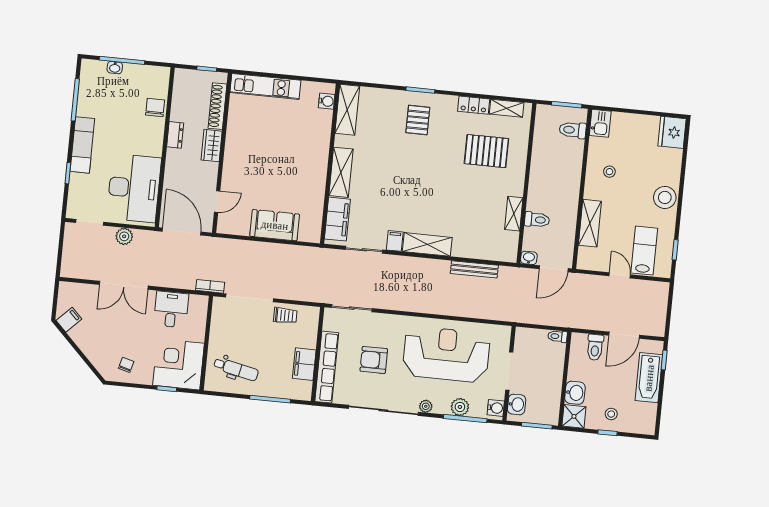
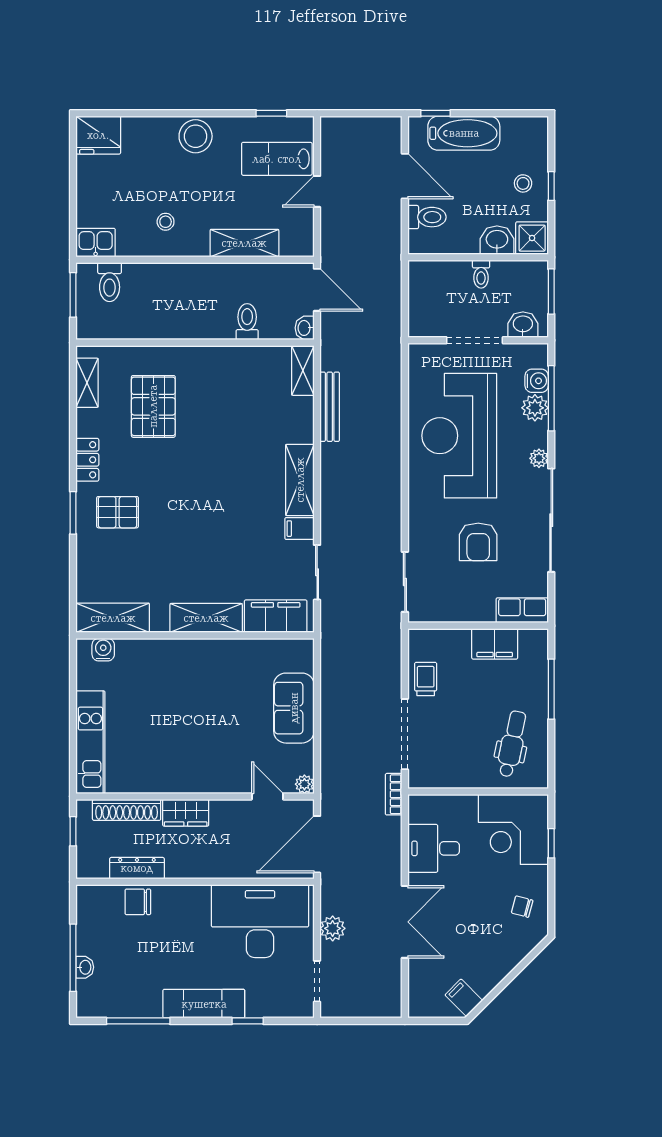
locker: (474, 105) -> (87, 460), moved
dresser: (175, 135) -> (137, 868), moved, width x1.44
shelving: (514, 214) -> (303, 370), moved, turned 90
plant: (223, 227) -> (304, 784), added
toilet: (557, 336) -> (481, 274), moved
row of seats: (327, 367) -> (522, 610), width x0.50
water cooler: (496, 408) -> (537, 381), moved, turned 90

